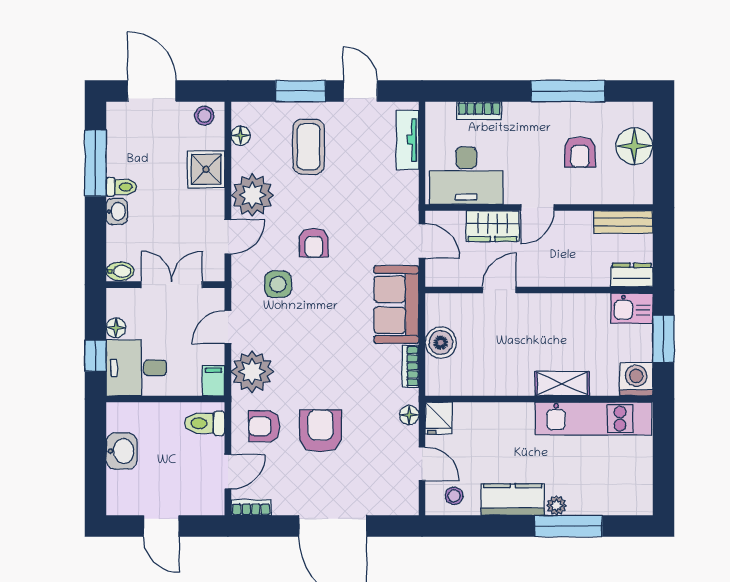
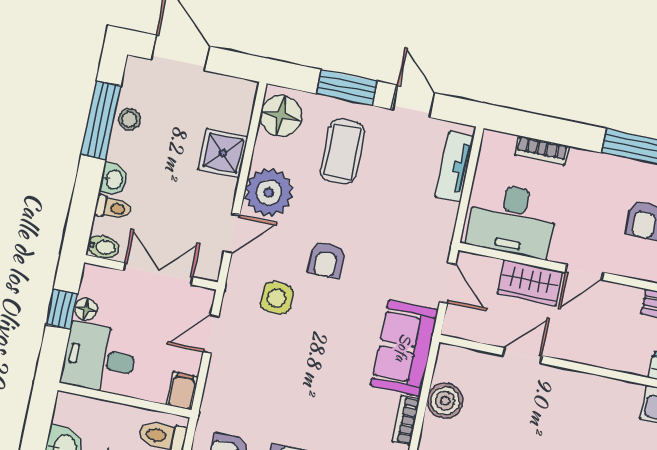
stool: (204, 116) -> (130, 120), moved
floor lamp: (241, 136) -> (281, 116), width x1.89, depth x1.89
toilet: (121, 187) -> (113, 208), moved
window: (95, 356) -> (62, 309), moved
plant: (252, 372) -> (228, 390), removed

